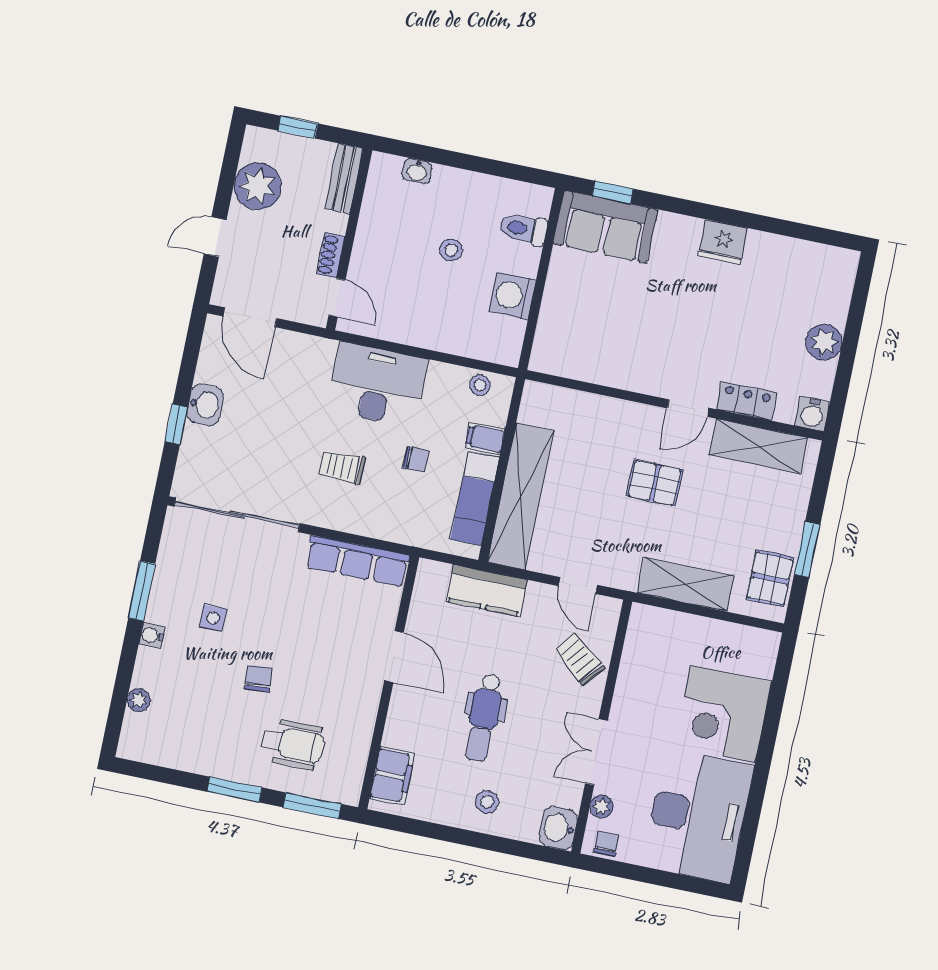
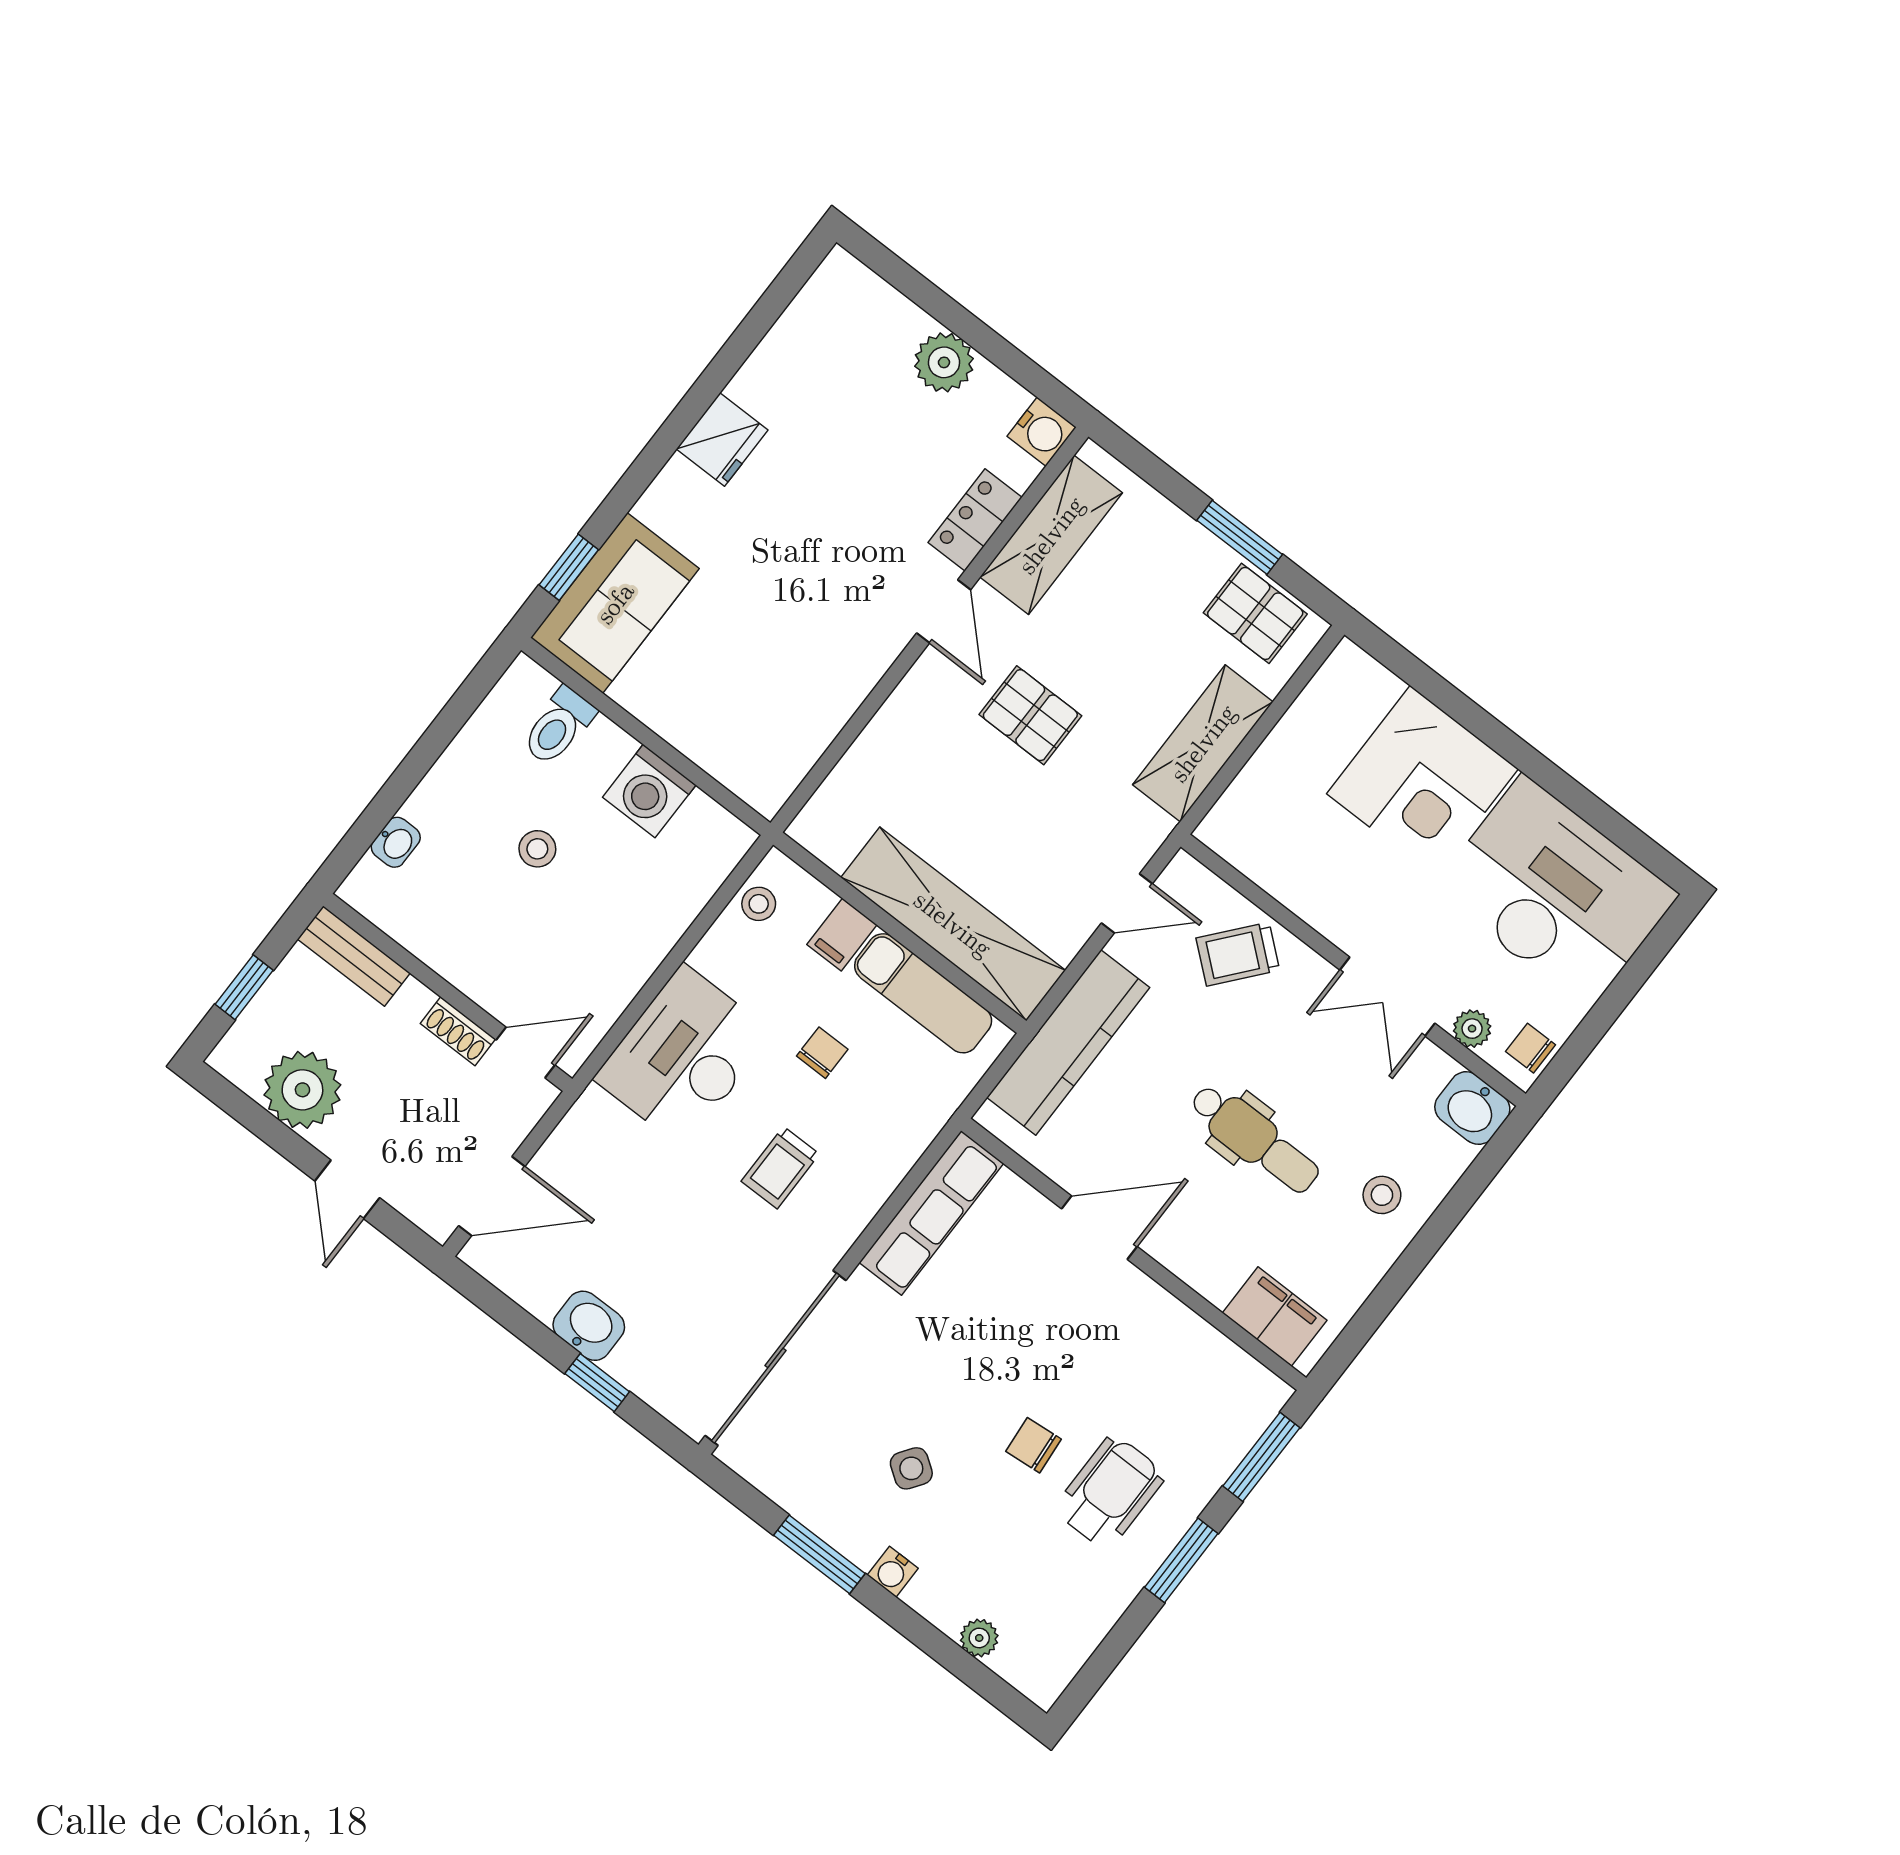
pallet: (655, 483) -> (1030, 715), turned 90
kitchen counter: (487, 590) -> (1068, 1043), width x1.50
side table: (213, 618) -> (911, 1468), turned 35
wheelchair: (292, 744) -> (1110, 1492), moved

